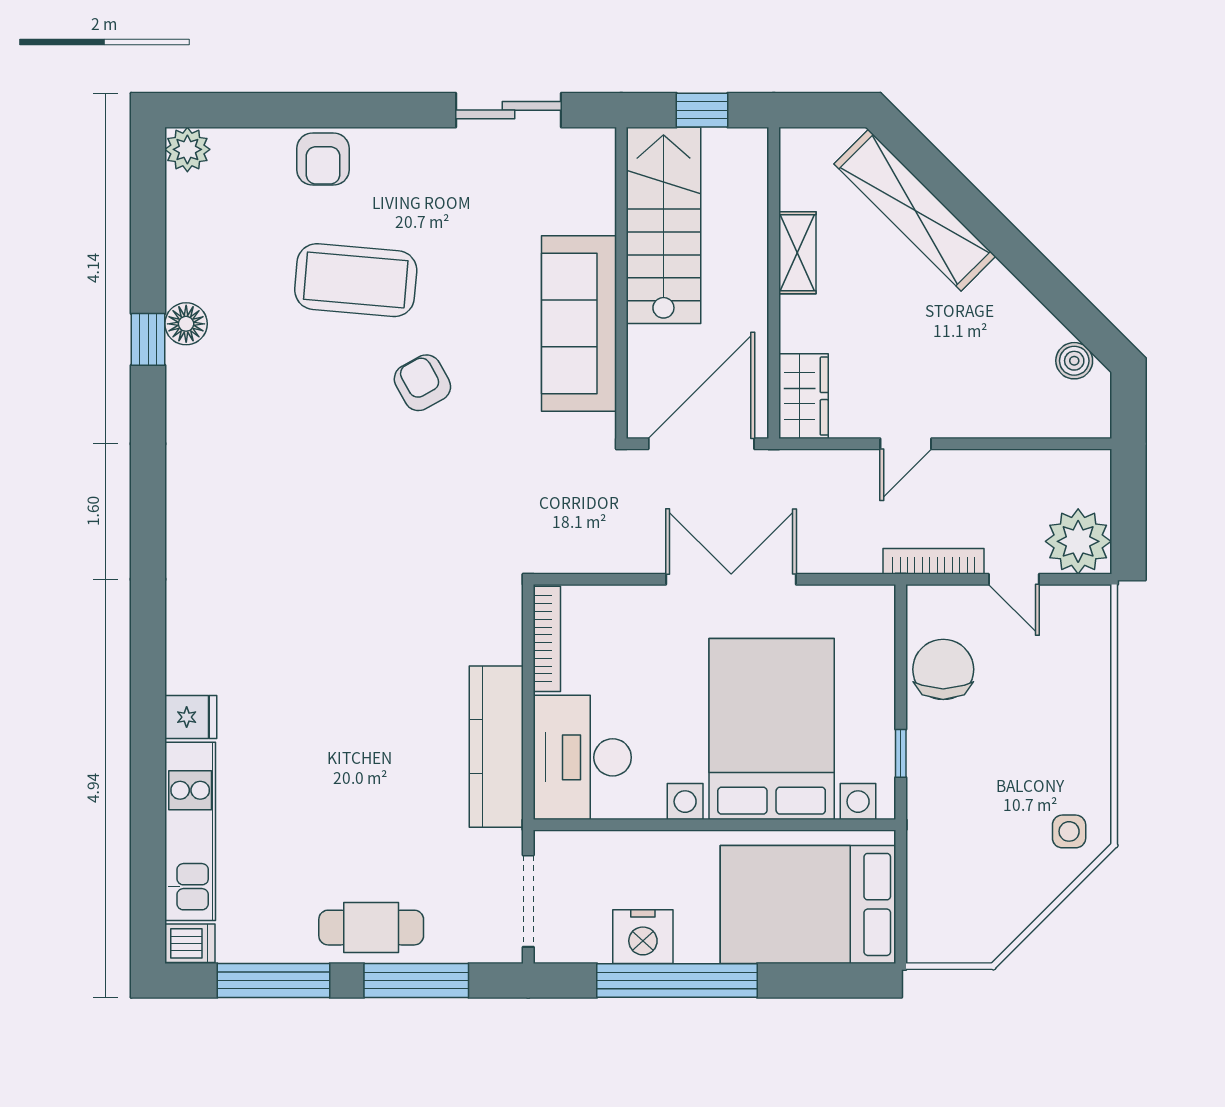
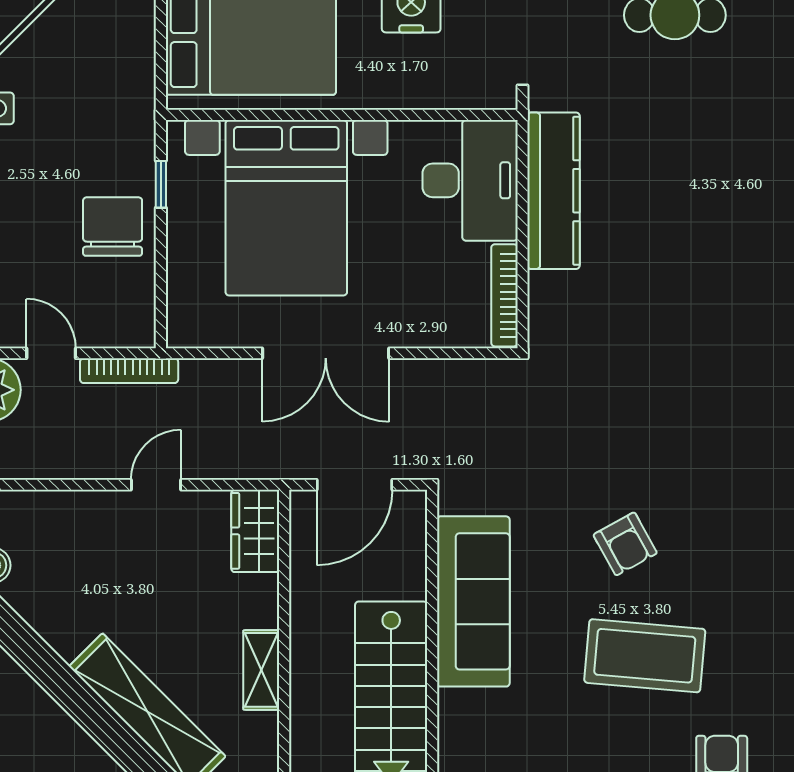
coffee table: (356, 280) -> (645, 656), moved
door: (701, 444) -> (354, 485), width x0.73
chair: (943, 669) -> (113, 227), moved, turned 180

